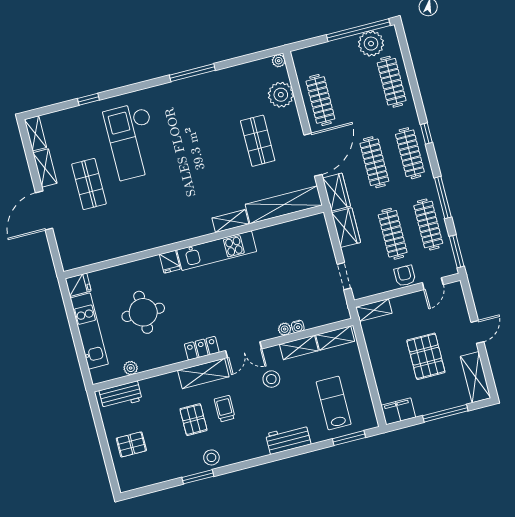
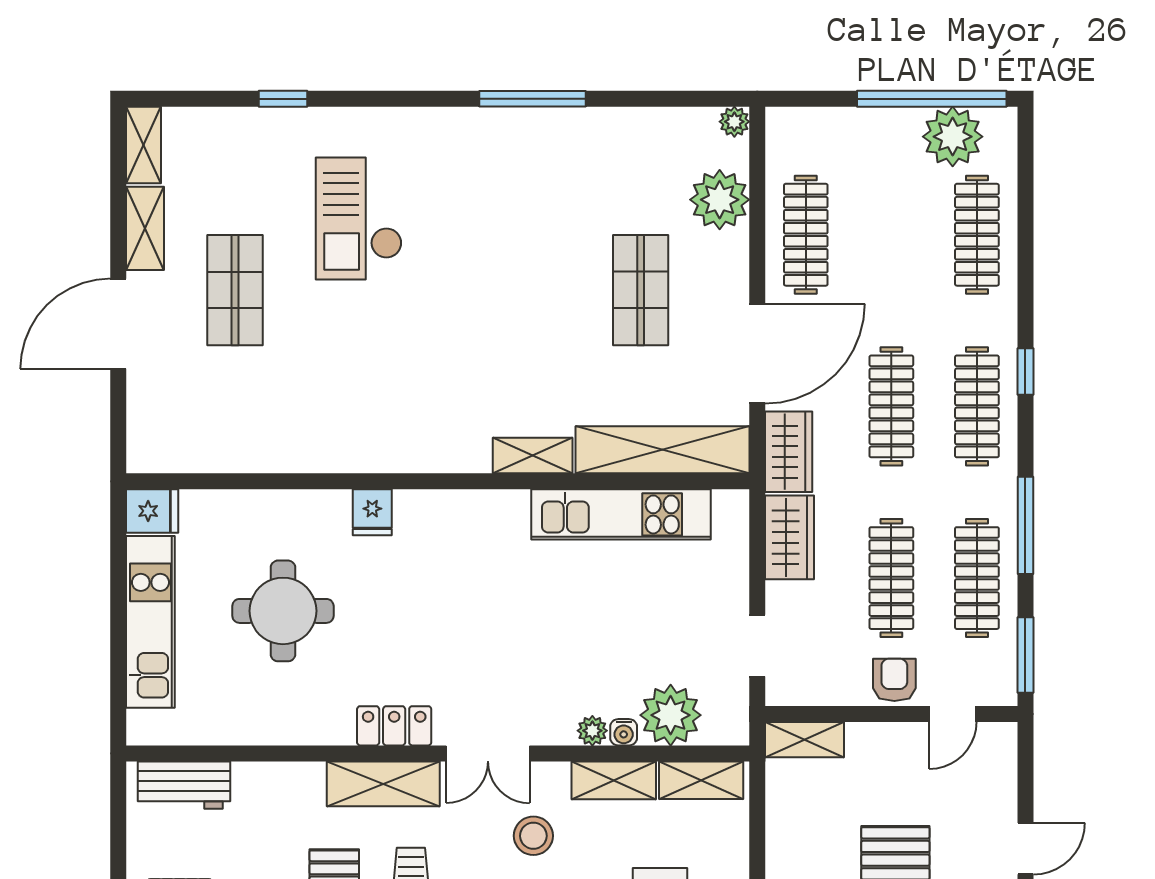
checkout: (133, 141) -> (359, 218), width x0.73, depth x0.83
kitchen unit: (217, 251) -> (621, 514), moved
plant: (131, 368) -> (671, 715), moved, width x1.87, depth x1.87

